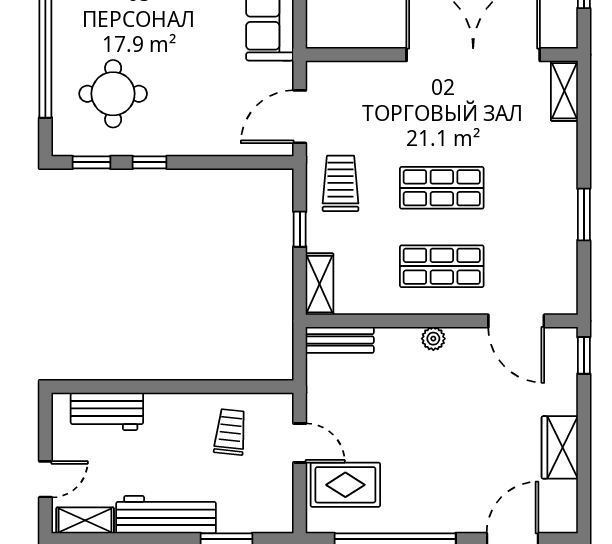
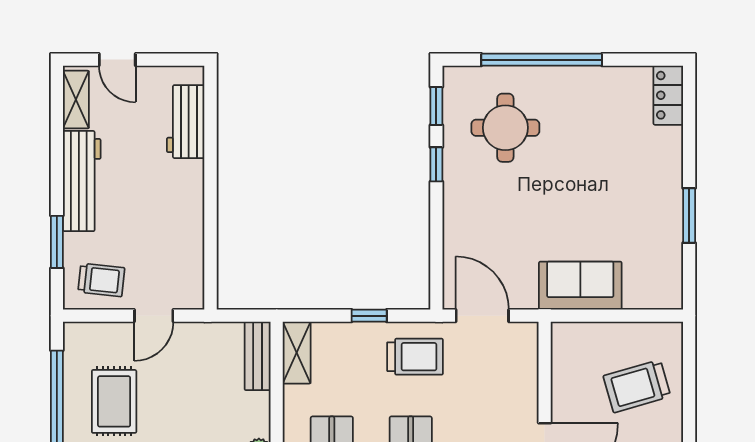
shelving: (320, 284) -> (297, 353), moved, turned 90
trolley: (230, 432) -> (101, 280), moved
rug: (345, 485) -> (114, 401), moved

